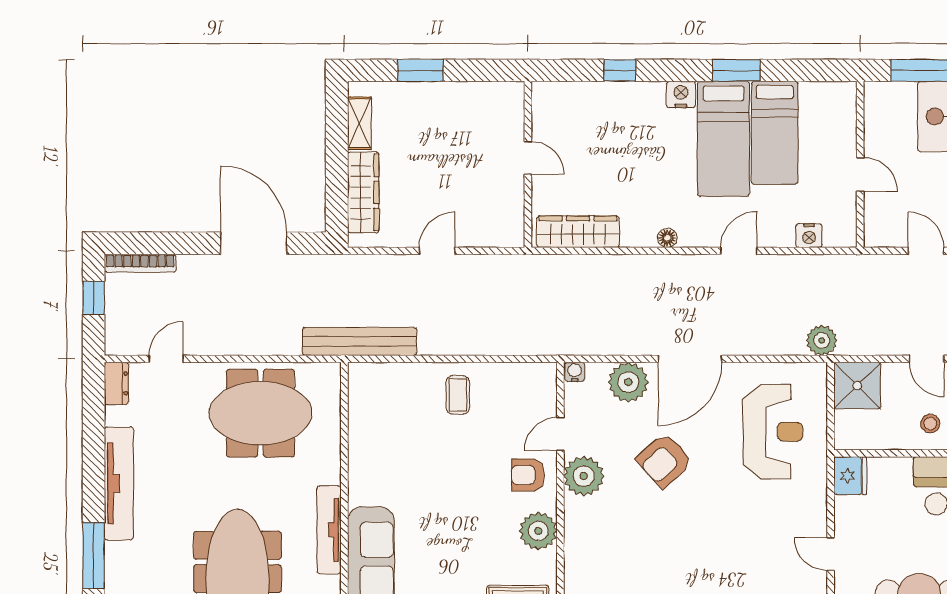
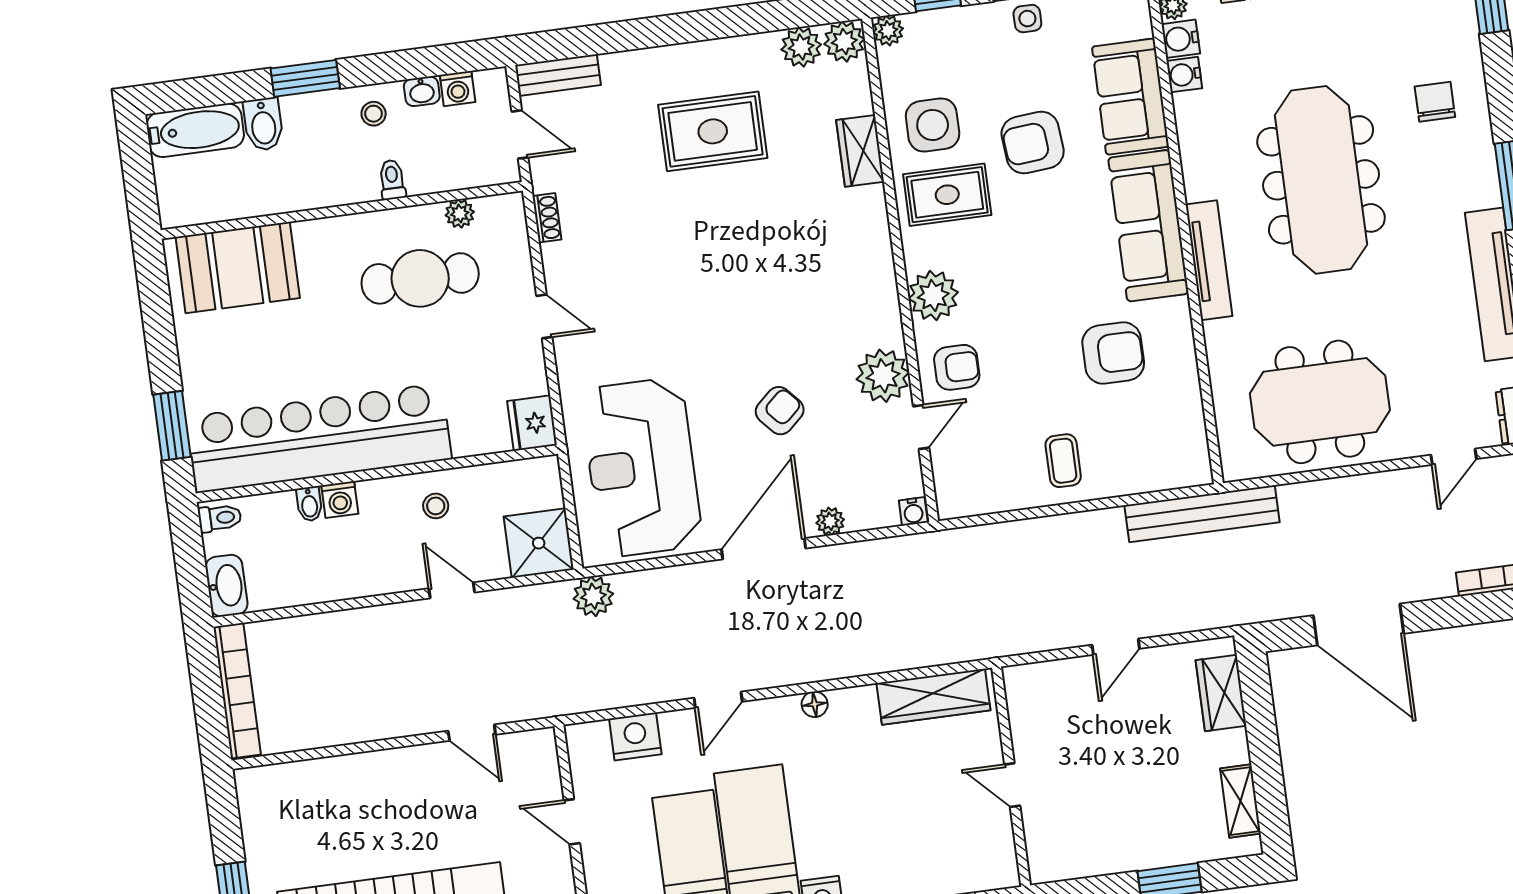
wardrobe: (363, 192) -> (1221, 693), width x0.67
nightstand: (809, 236) -> (635, 737), width x1.36, depth x1.33
plant: (628, 382) -> (830, 521), width x0.53, depth x0.53
reception desk: (773, 432) -> (642, 467), width x1.36, depth x1.30
armchair: (664, 460) -> (780, 411), width x0.72, depth x0.72
armchair: (410, 470) -> (1113, 353), added

